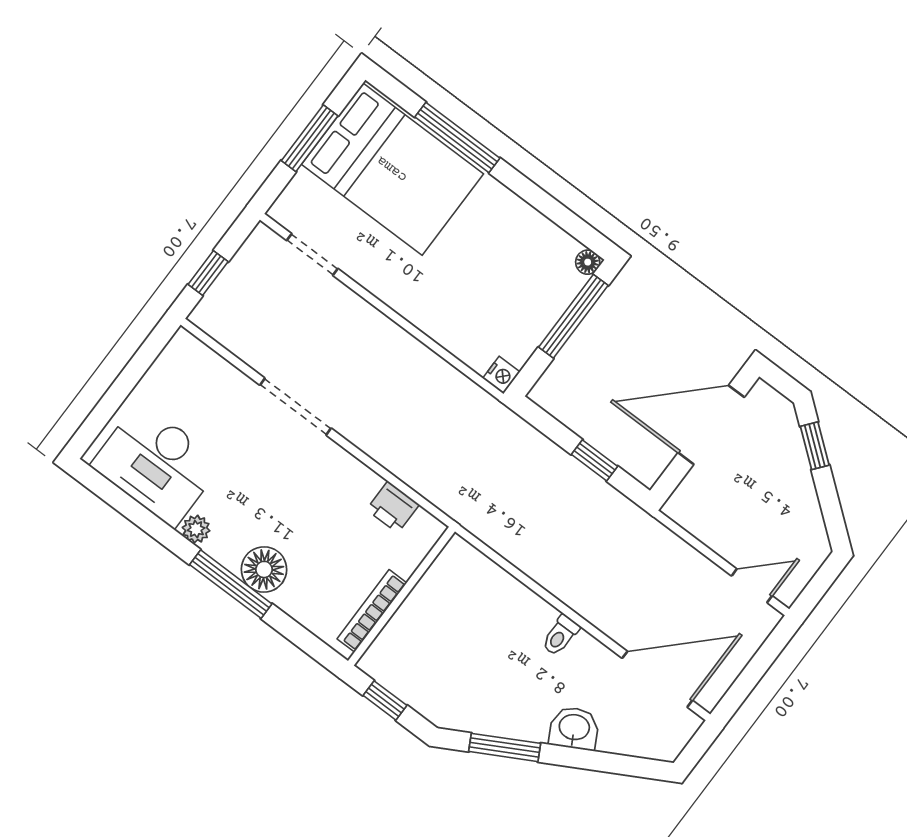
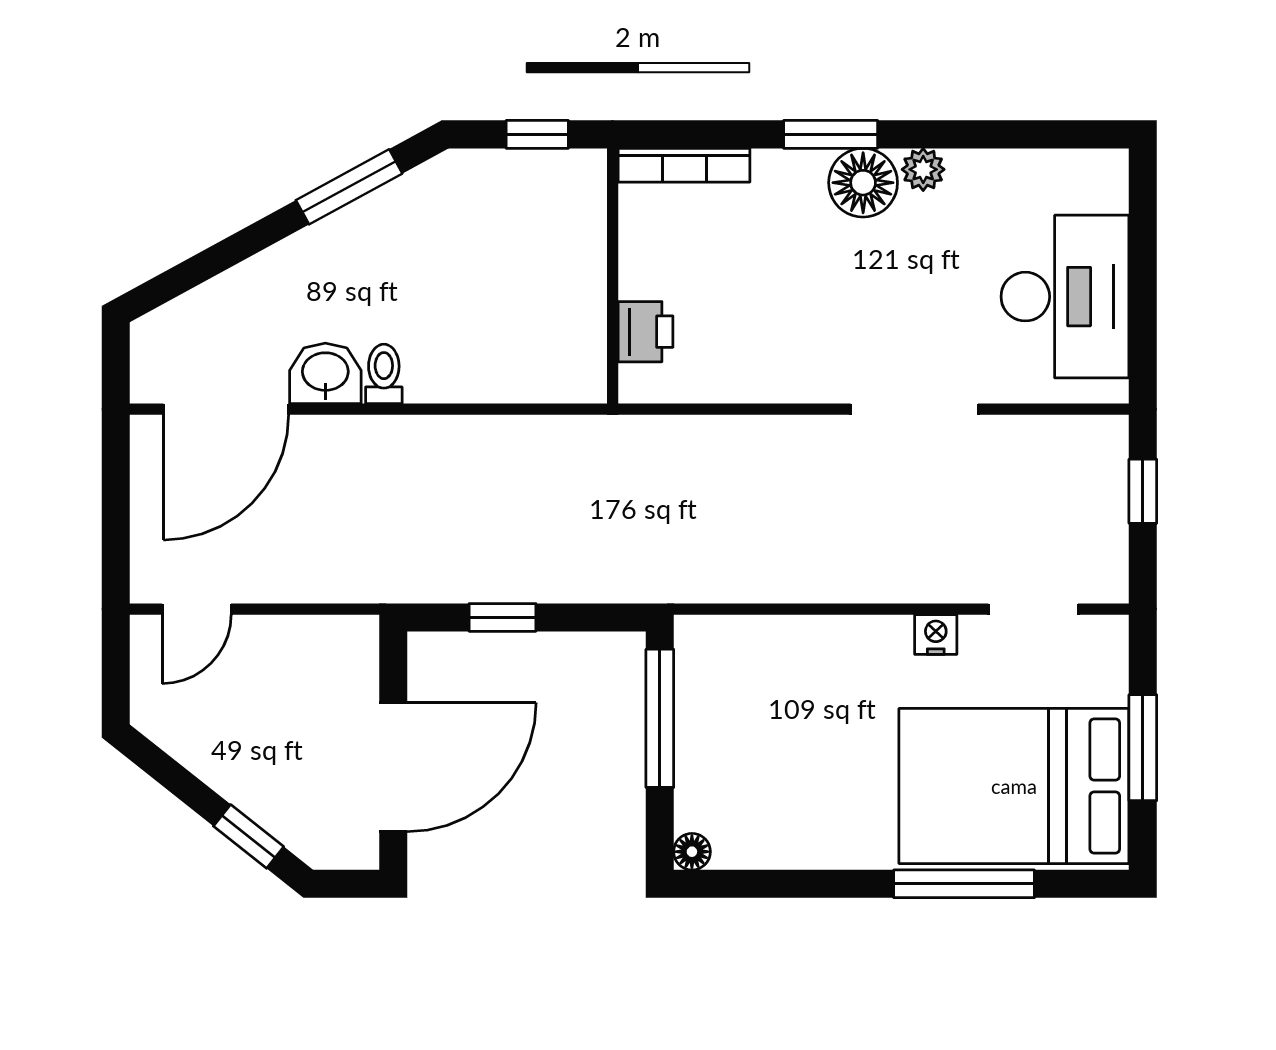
window: (573, 316) -> (660, 718), moved
nightstand: (501, 375) -> (936, 634), moved, turned 90
desk: (157, 464) -> (1065, 297), moved, turned 90
printer: (393, 507) -> (646, 332), moved, turned 90
floor lamp: (264, 569) -> (863, 183), moved
window: (231, 584) -> (831, 134), width x0.69
bookcase: (372, 611) -> (684, 165), moved, turned 90
washbasin: (574, 728) -> (325, 373), moved, turned -151

